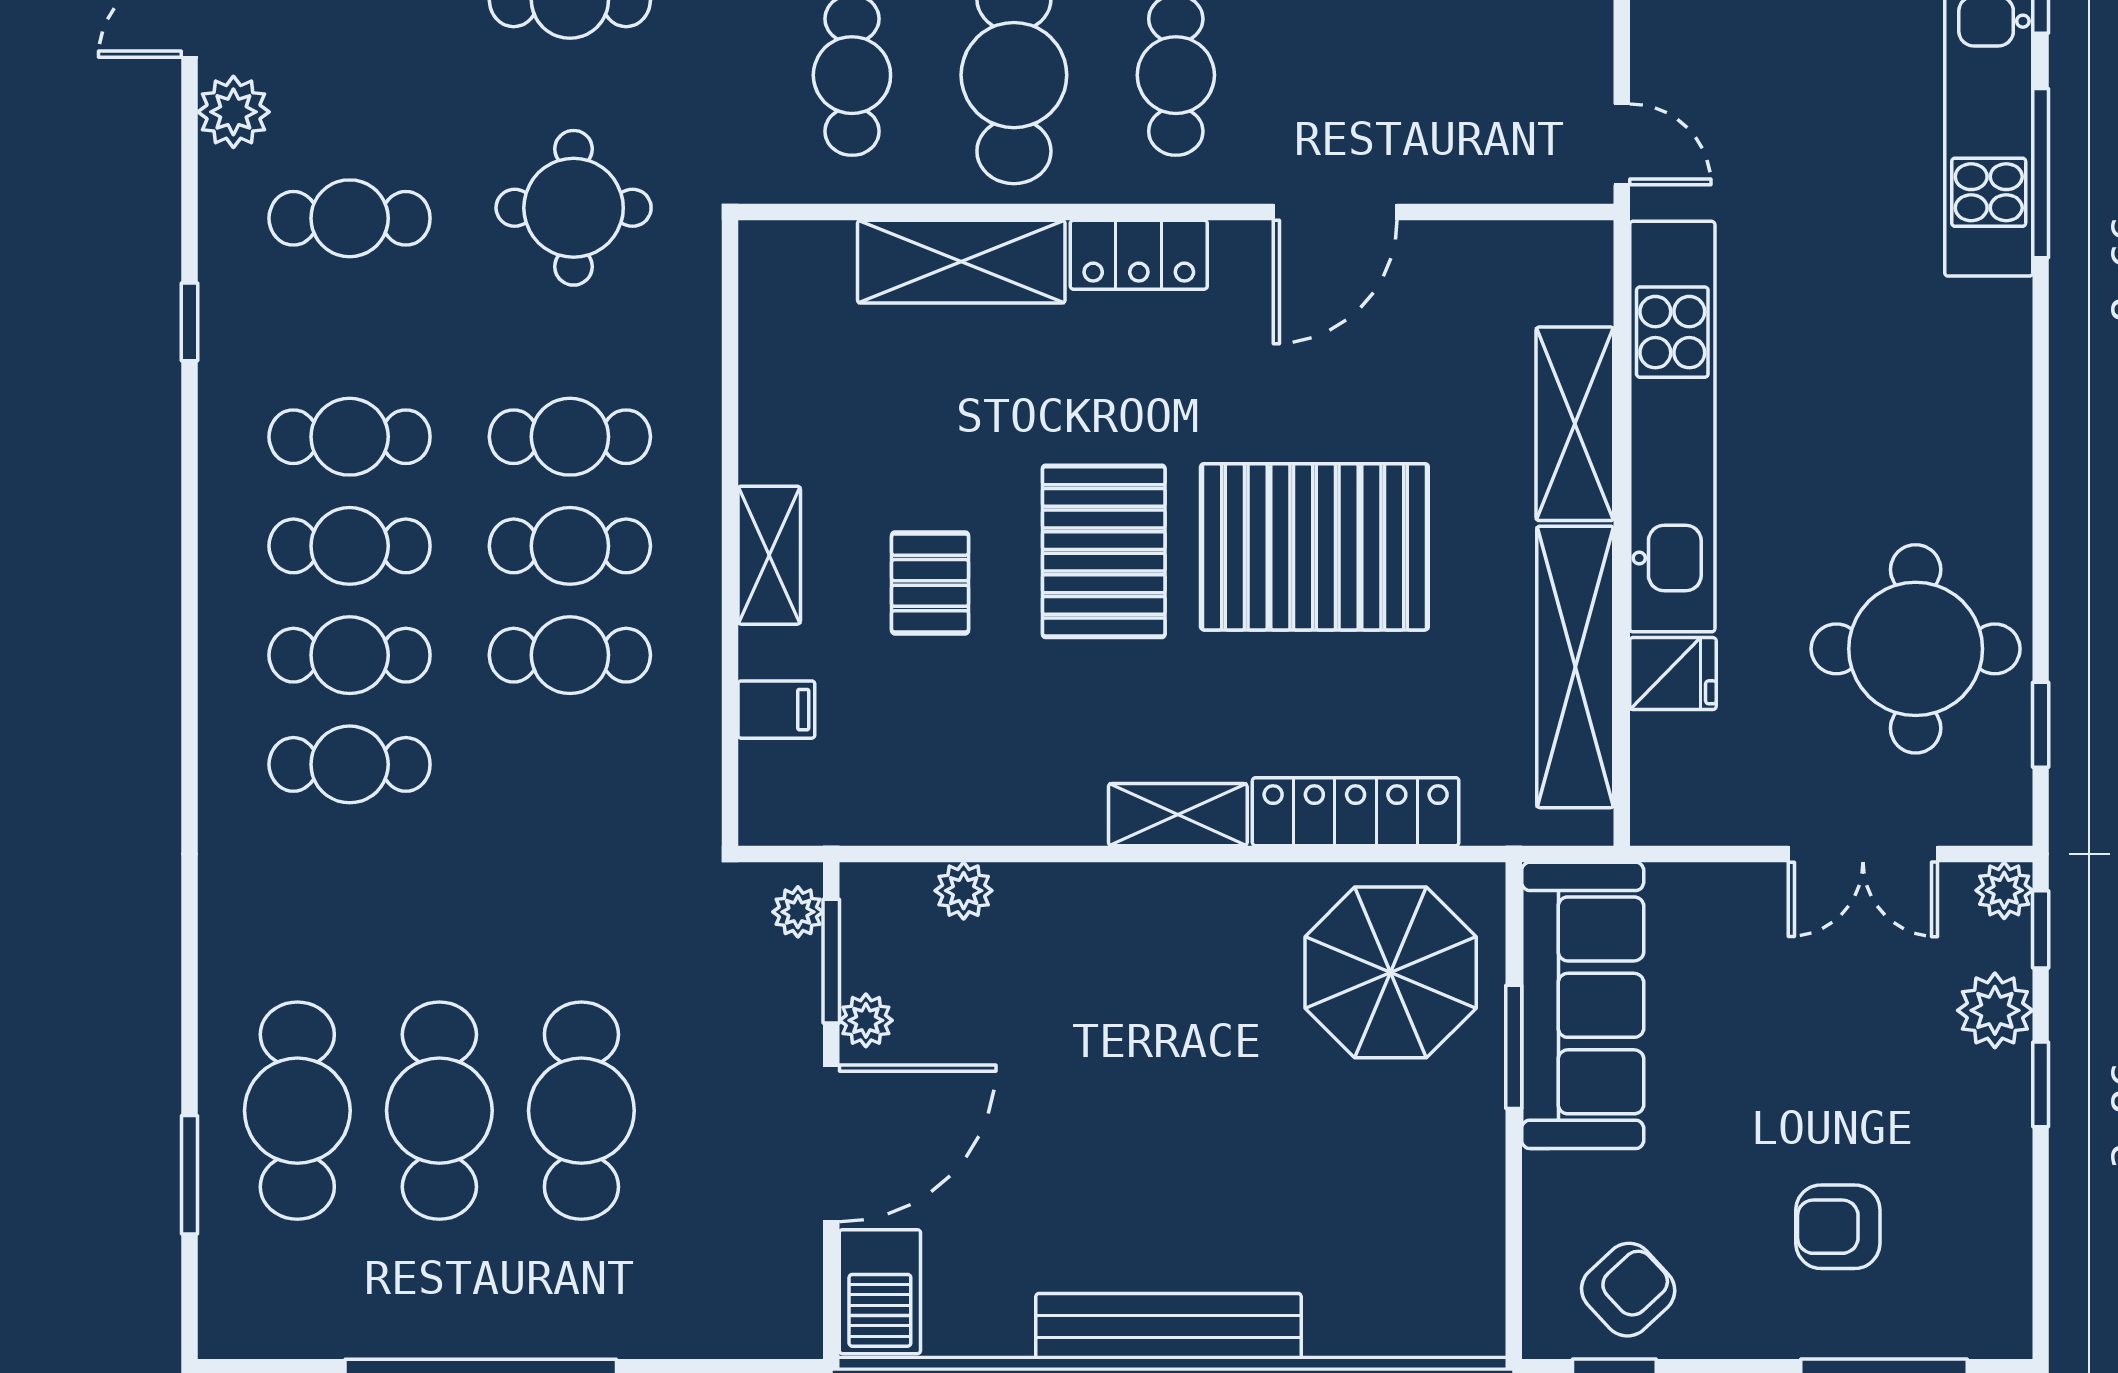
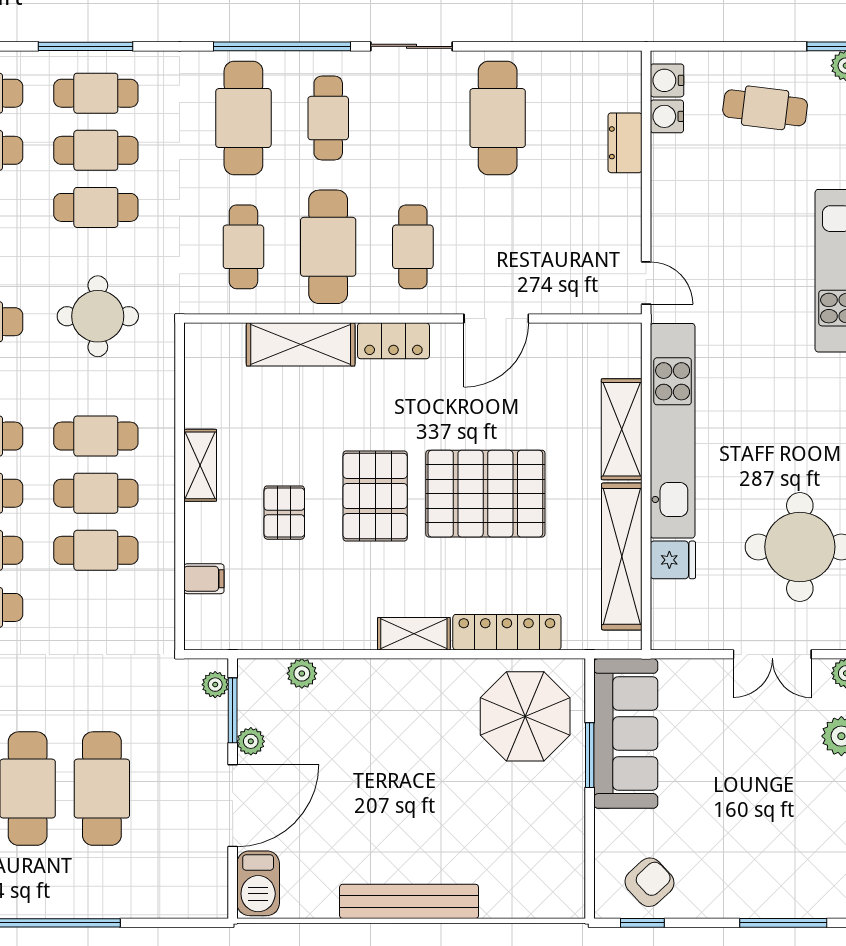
shelving: (769, 555) -> (200, 465), moved
armchair: (1838, 1227) -> (759, 849), removed

